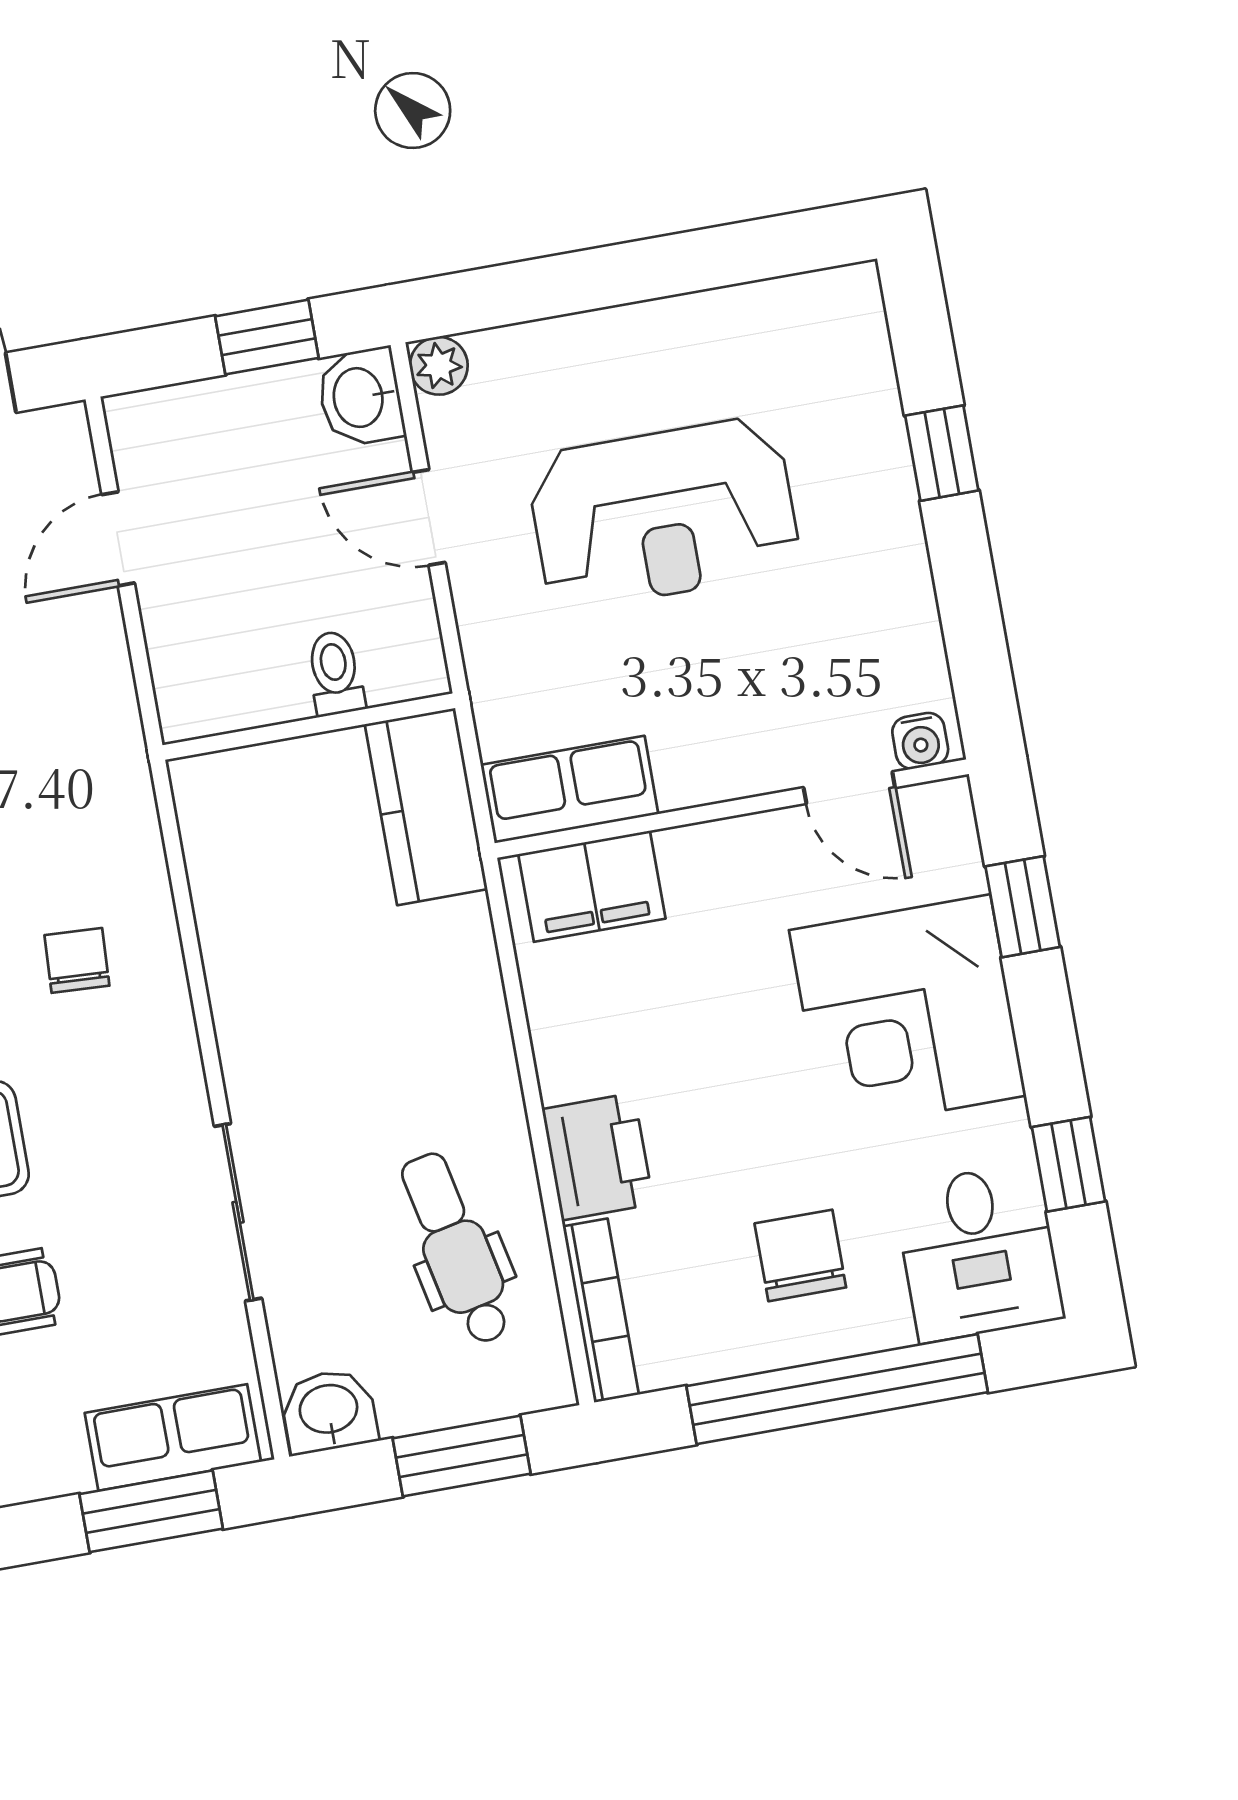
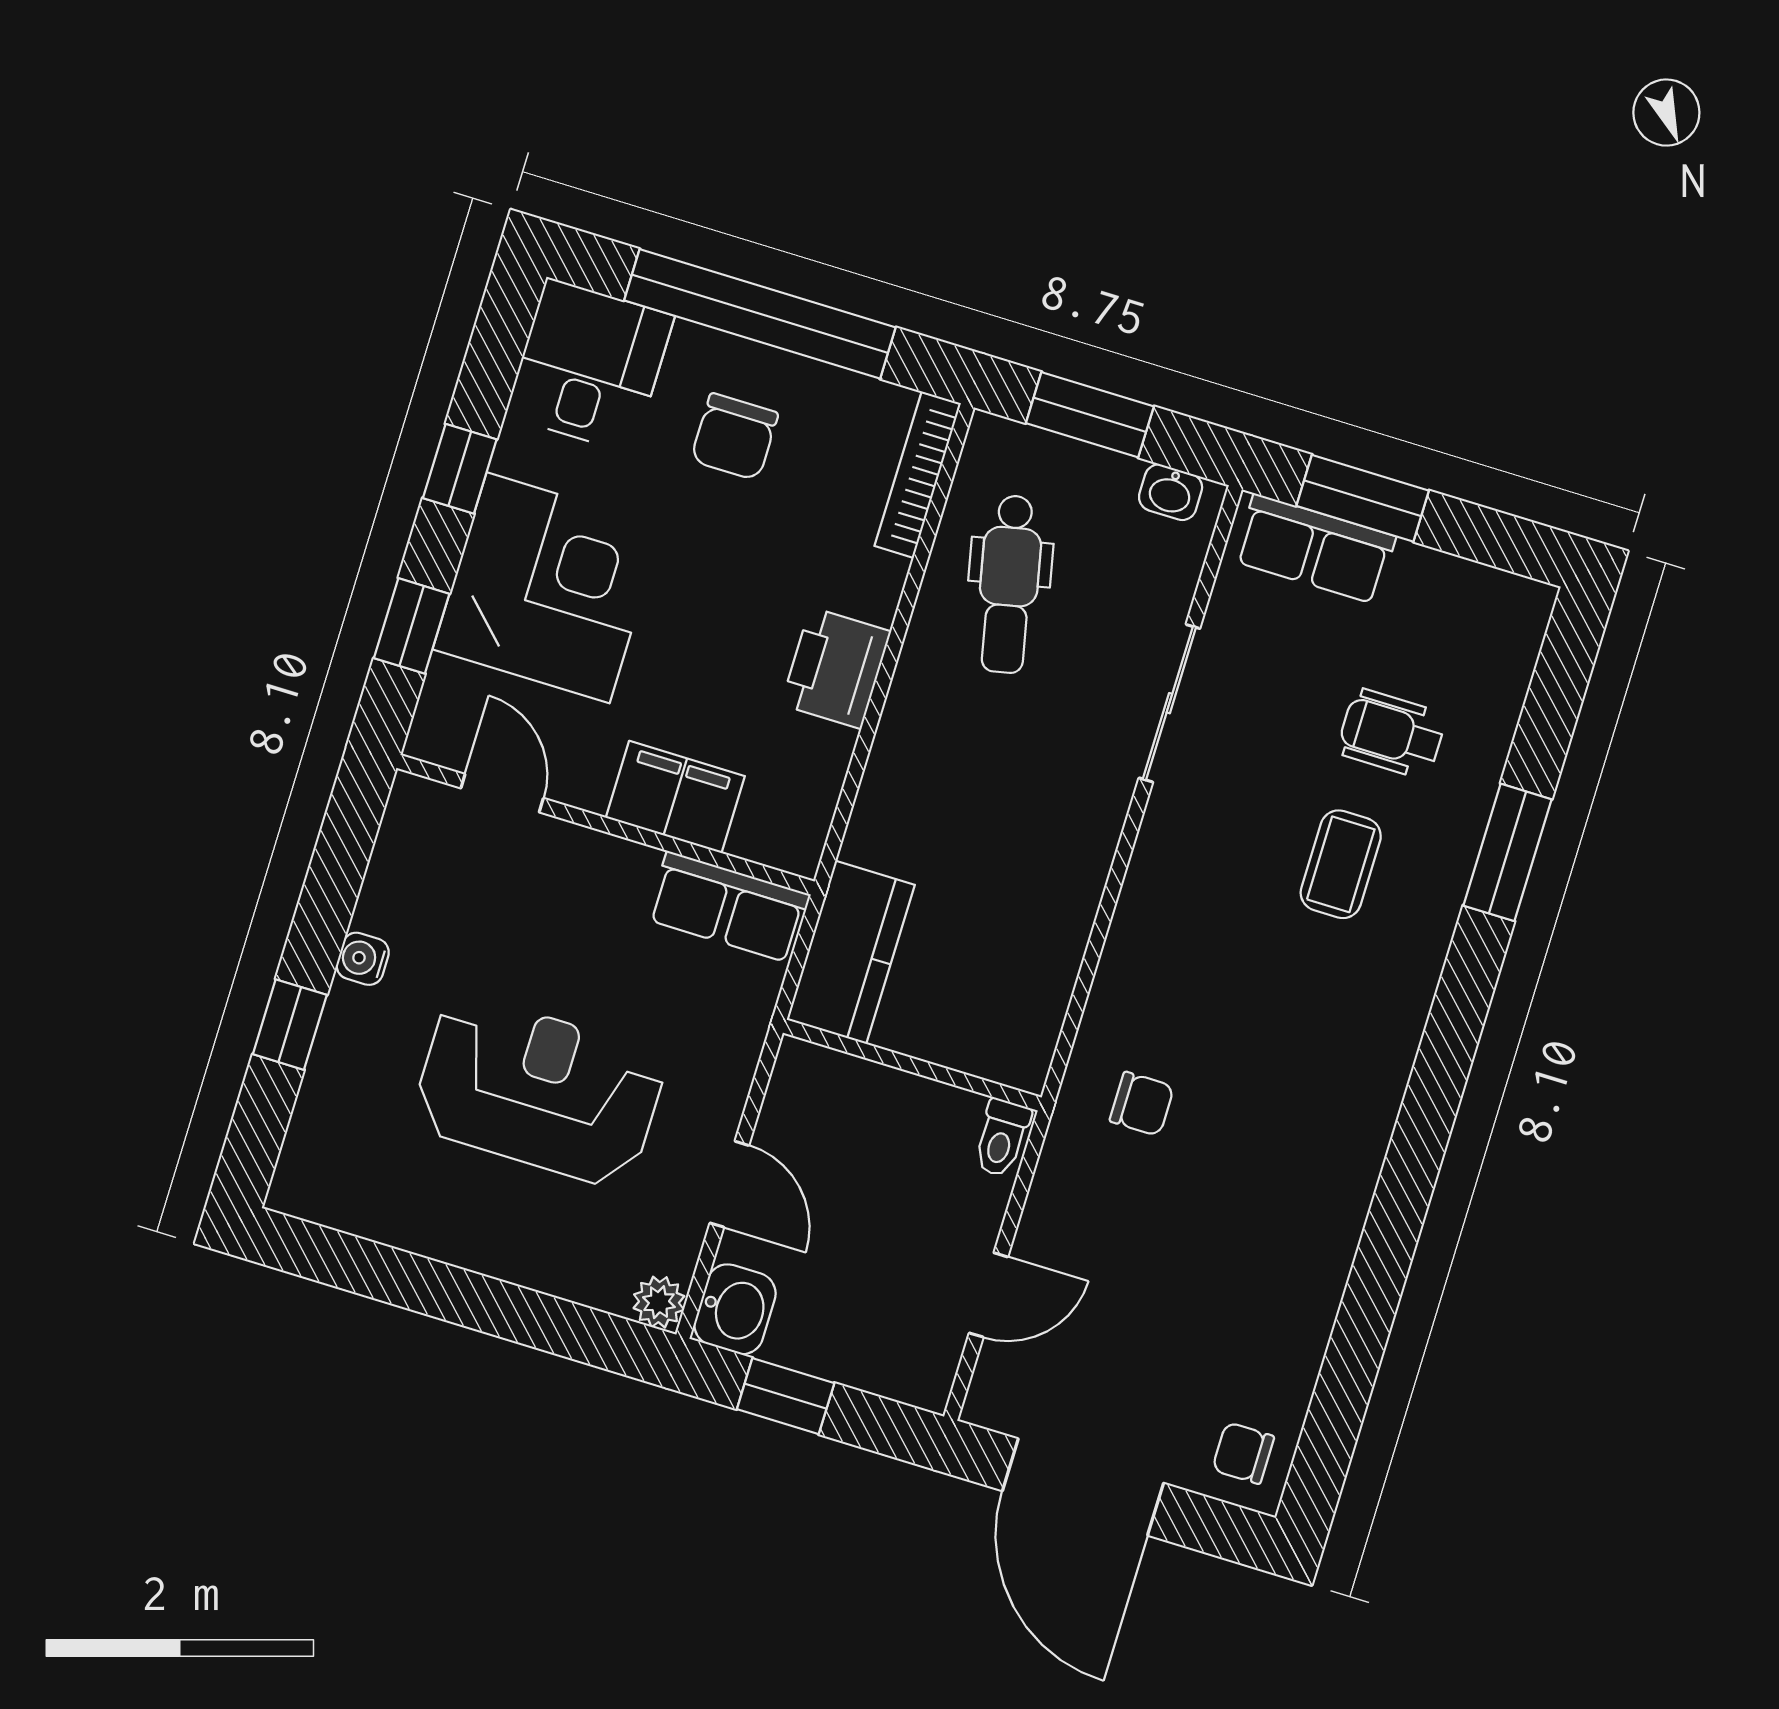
toilet: (335, 673) -> (1002, 1138), moved
water cooler: (920, 741) -> (363, 959), moved, turned -90
filing cabinet: (592, 886) -> (675, 797), moved
chair: (77, 960) -> (1142, 1104), moved, turned -93
printer: (598, 1157) -> (836, 668), moved
window: (1068, 1164) -> (460, 469), moved
washbasin: (329, 1411) -> (1171, 492), width x0.72, depth x0.69

